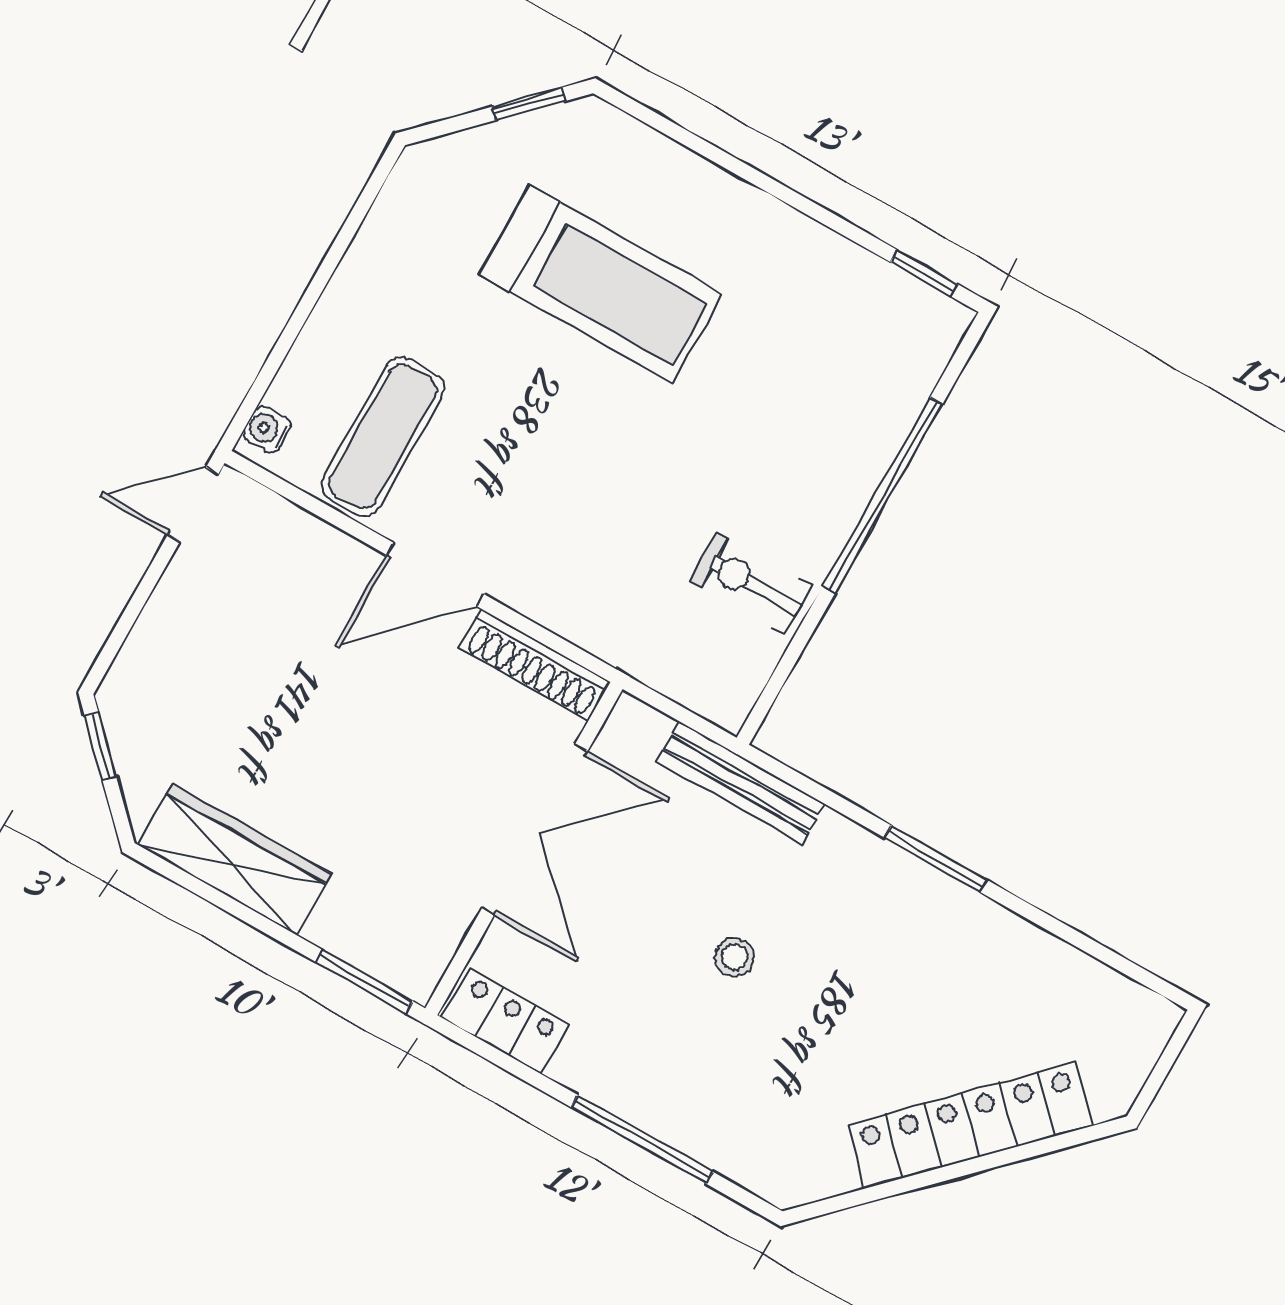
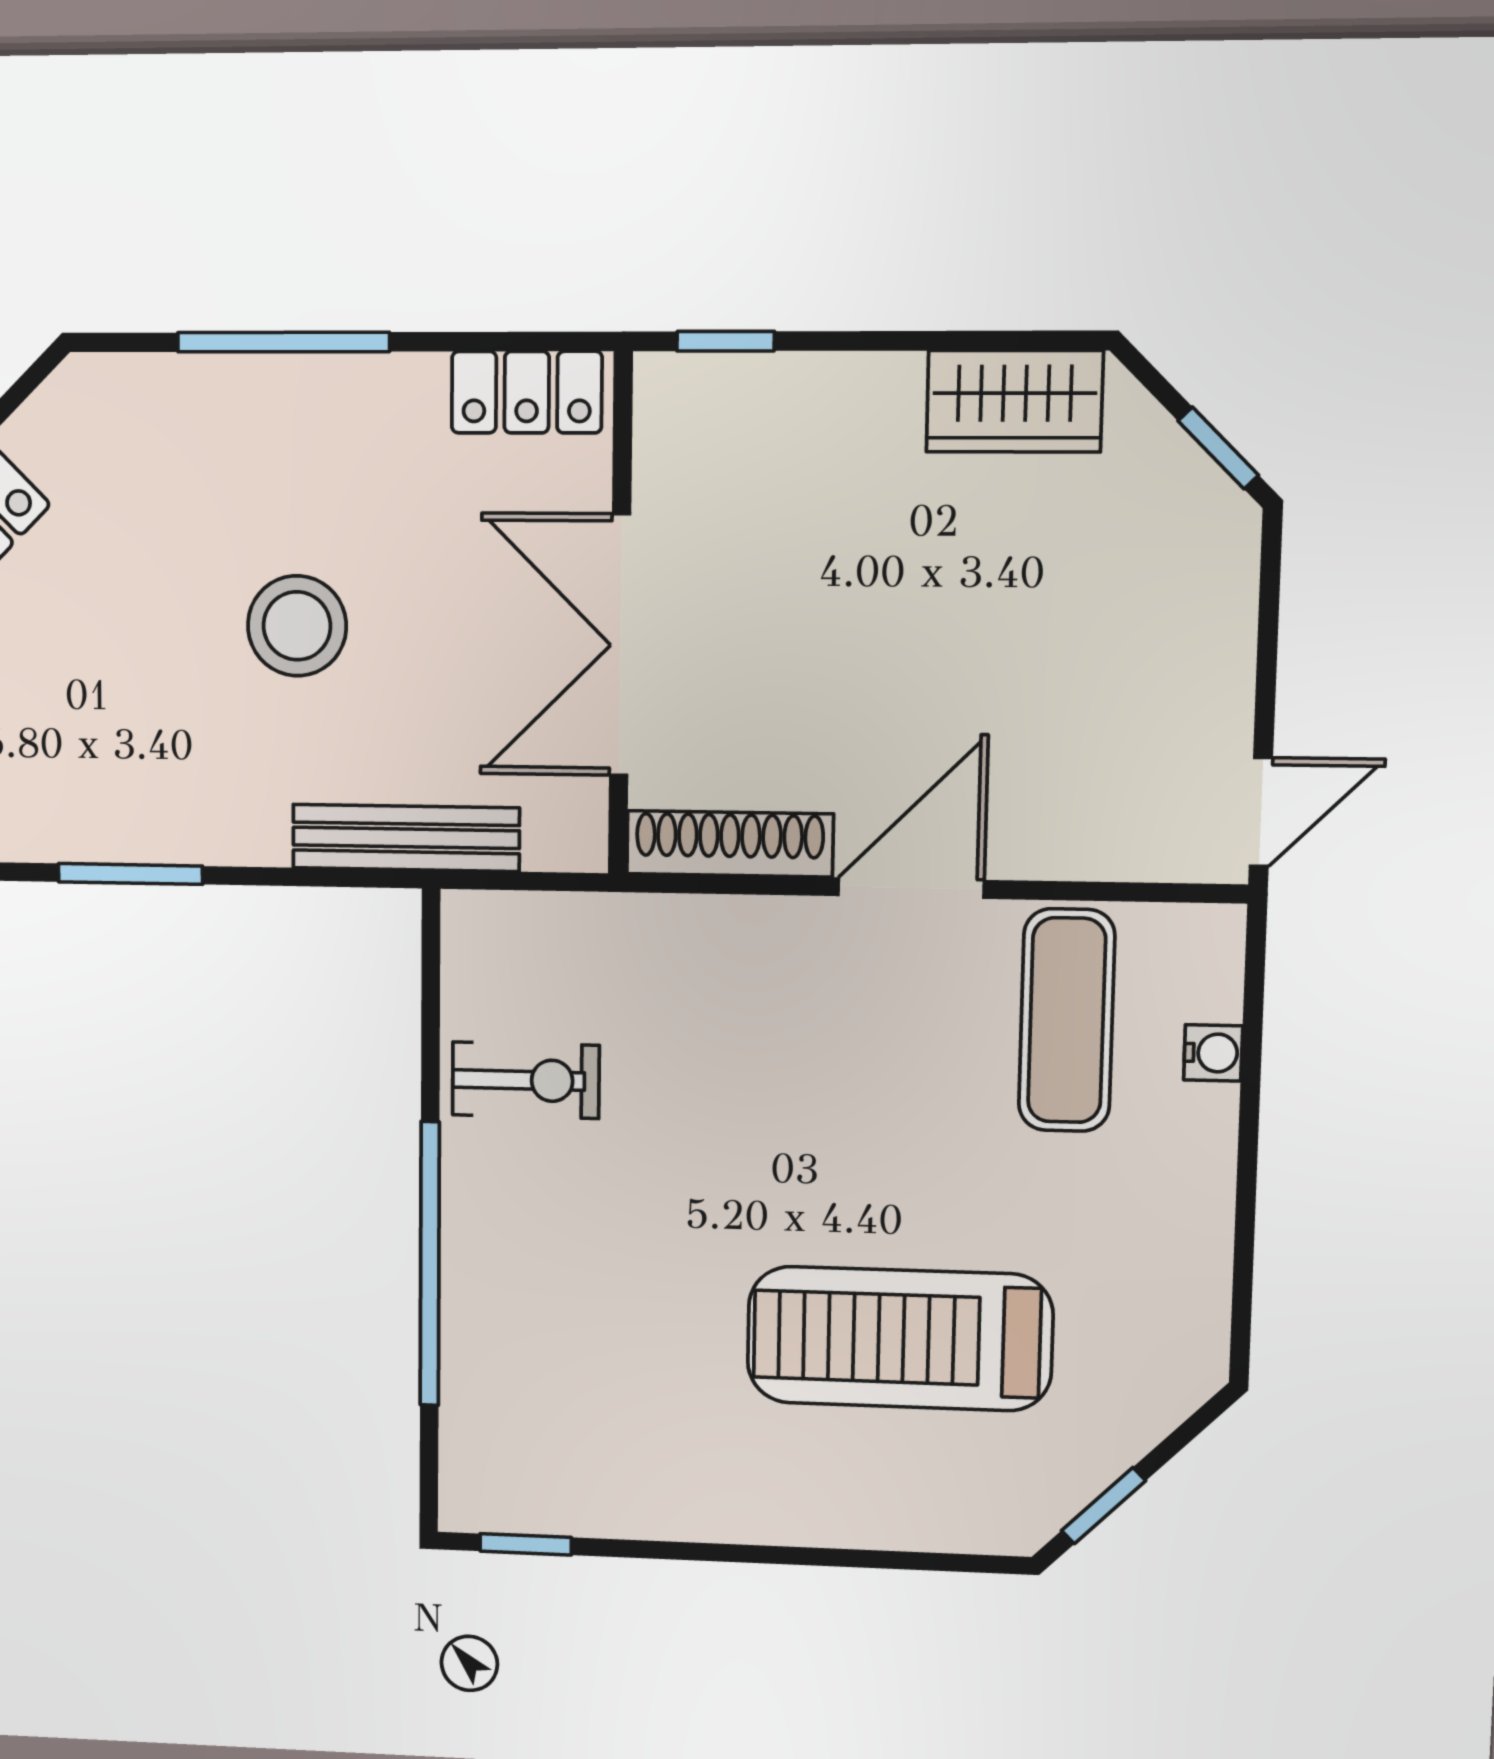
water cooler: (267, 429) -> (1213, 1053), moved
wardrobe: (234, 859) -> (1014, 401), width x0.67
stool: (735, 957) -> (297, 626), width x1.89, depth x1.89
window: (365, 982) -> (726, 341), width x0.67

